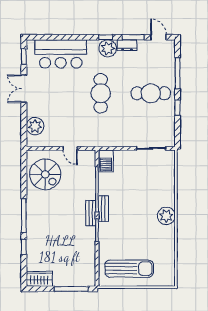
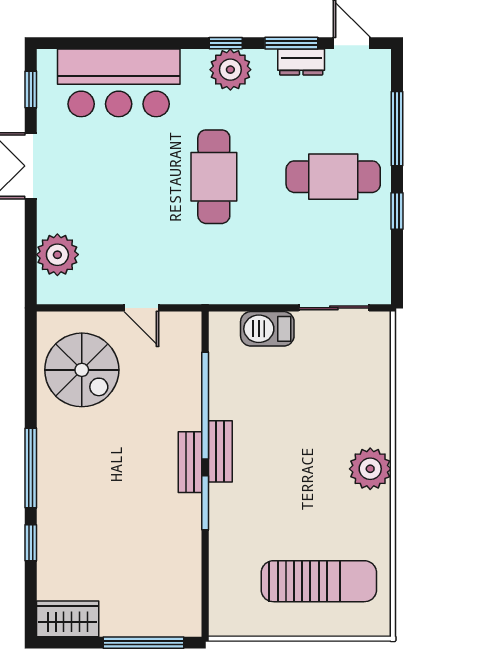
dresser: (127, 45) -> (301, 62), moved
barbecue: (106, 161) -> (267, 329), moved, turned 90
sun lounger: (129, 269) -> (319, 581), moved

